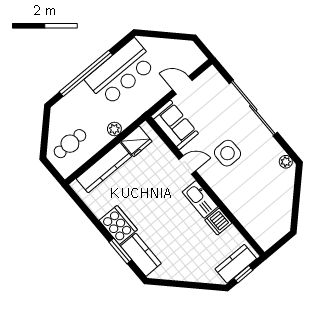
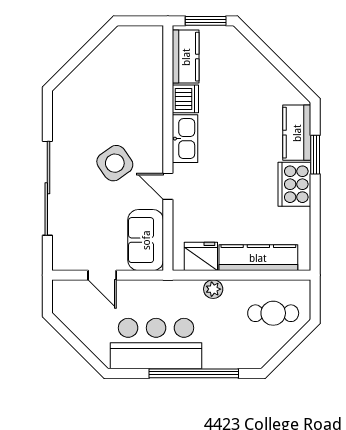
side table: (227, 153) -> (115, 163), turned -35
plant: (286, 162) -> (61, 102), removed
kitchen counter: (236, 264) -> (186, 57), moved, turned -90
window: (243, 274) -> (206, 21), width x1.50

